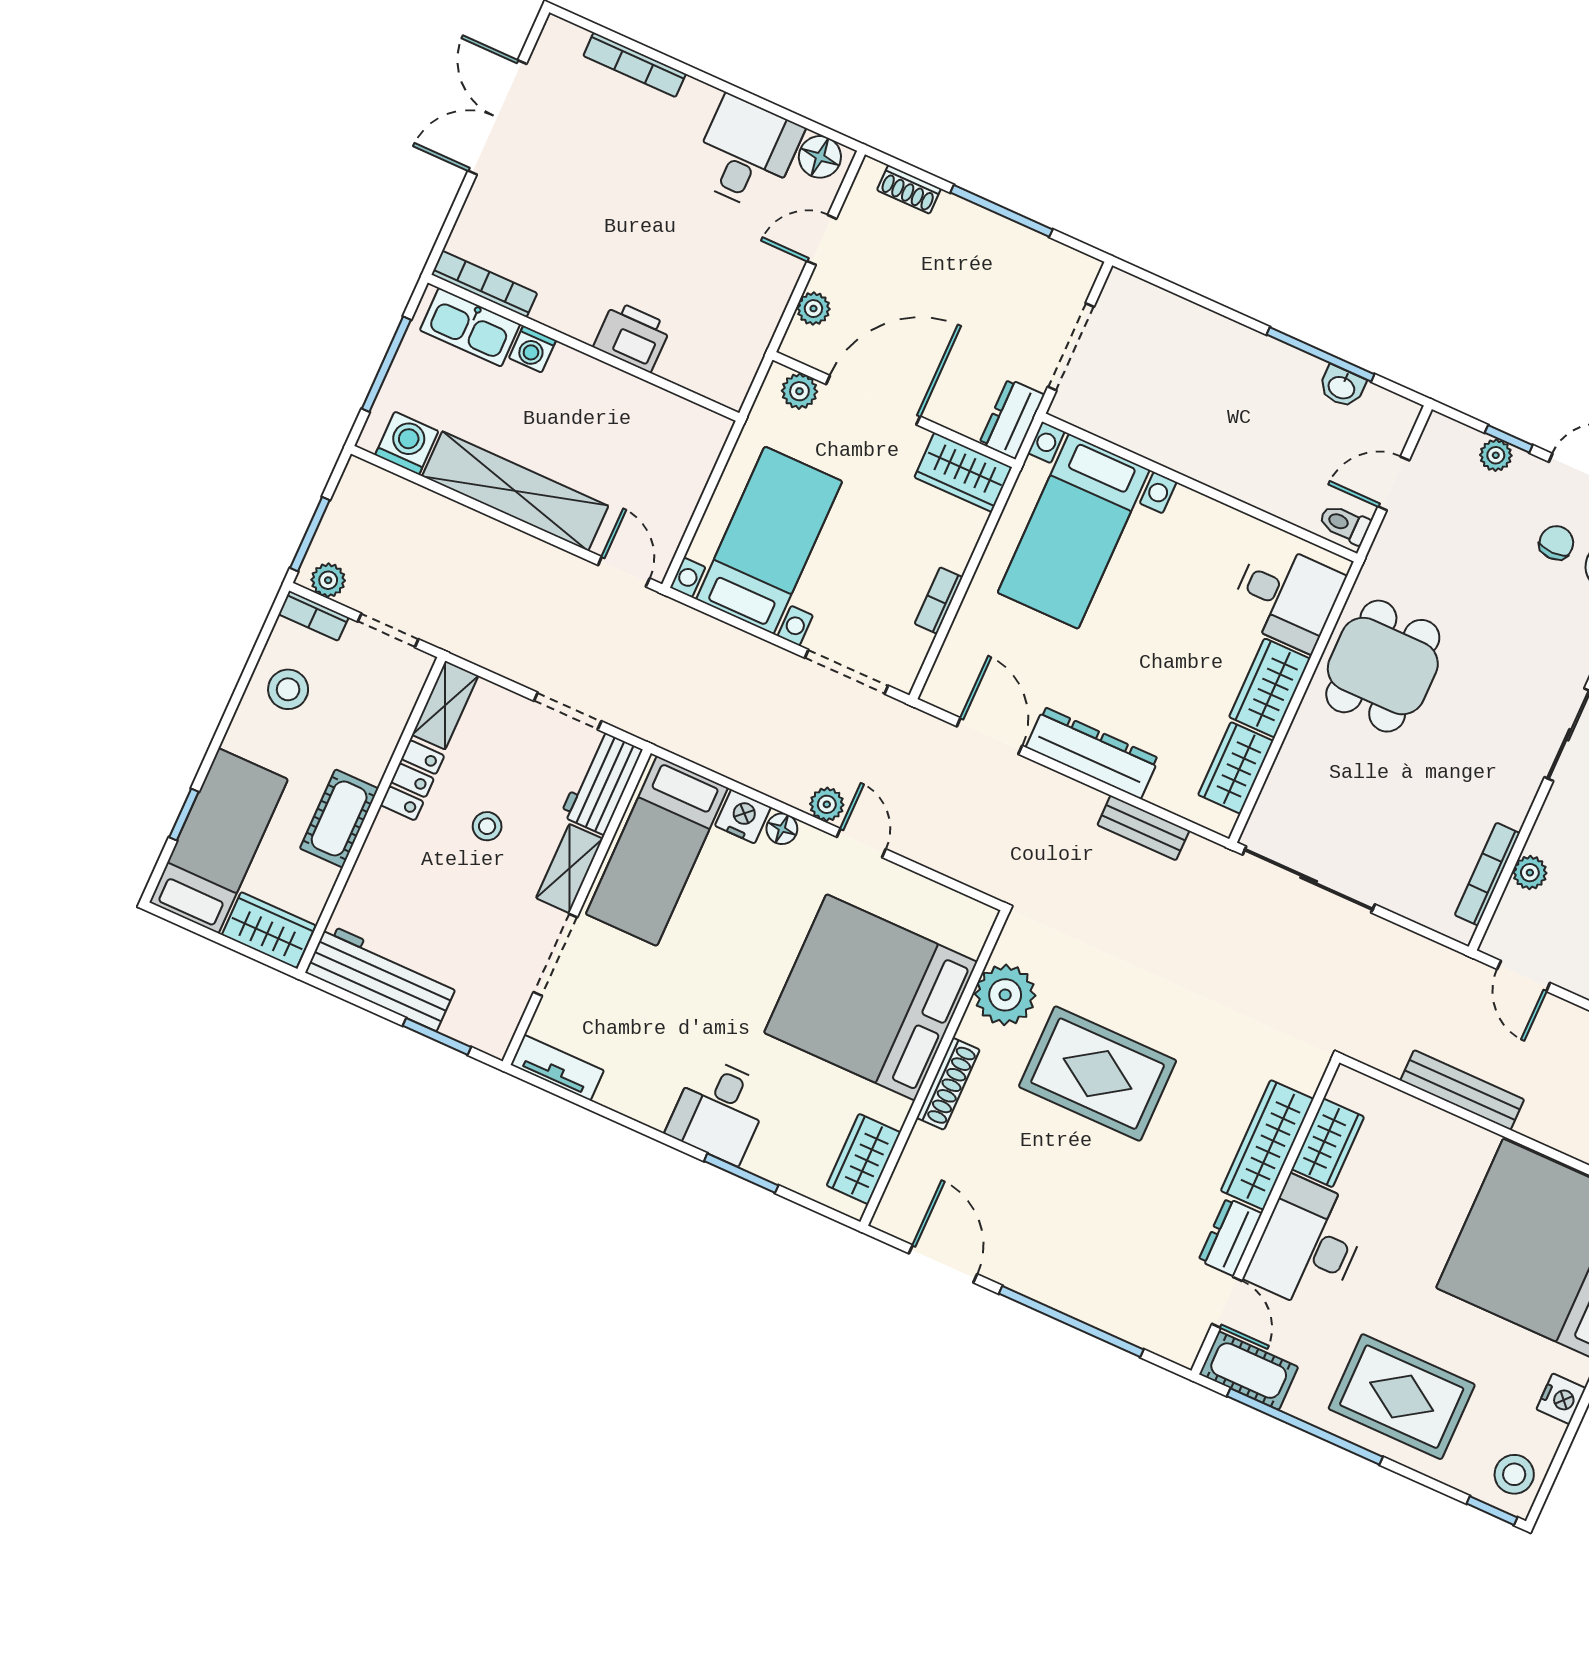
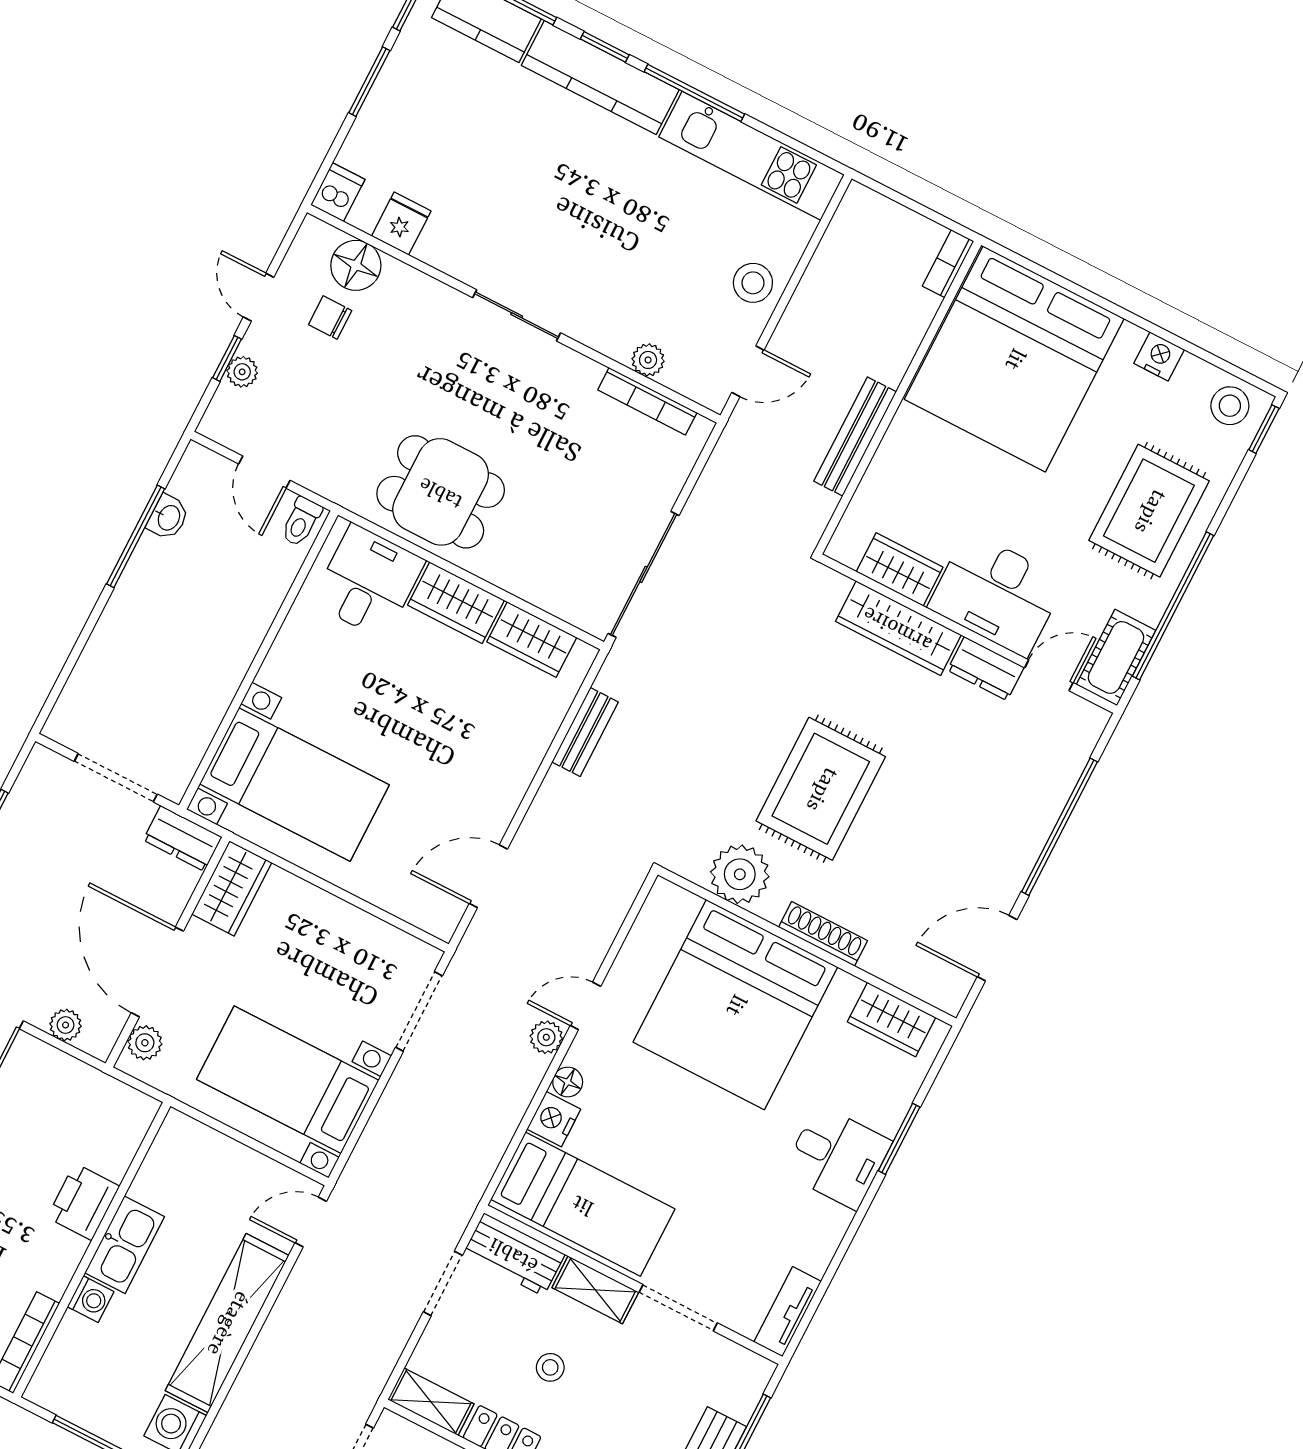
kitchen sink: (470, 327) -> (125, 1245), moved
bookcase: (939, 600) -> (355, 919), removed
dresser: (1092, 753) -> (510, 778), removed

